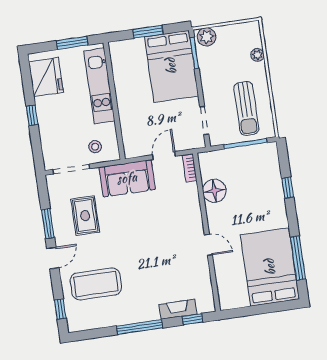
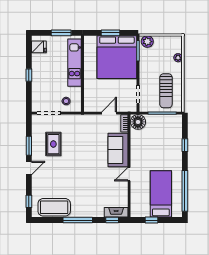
bed: (171, 66) -> (117, 57), width x1.36
fridge: (46, 77) -> (39, 47), width x0.53, depth x0.75
sofa: (127, 178) -> (118, 150), moved, turned 90
floor lamp: (214, 191) -> (138, 122), moved
door: (208, 245) -> (129, 174), swing flipped
window: (298, 258) -> (185, 191), width x1.46
bed: (270, 267) -> (161, 194), width x0.67
coffee table: (96, 284) -> (54, 207), moved
fireplace: (178, 309) -> (116, 212), moved
window: (253, 310) -> (152, 220), added

